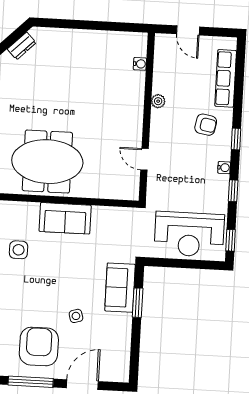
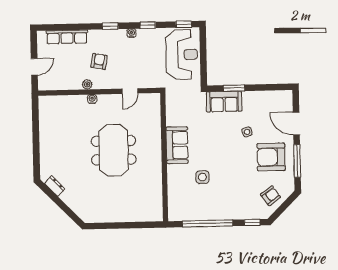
water cooler: (140, 64) -> (92, 99), moved
armchair: (206, 125) -> (99, 61), moved
meeting table: (47, 162) -> (114, 150), moved

